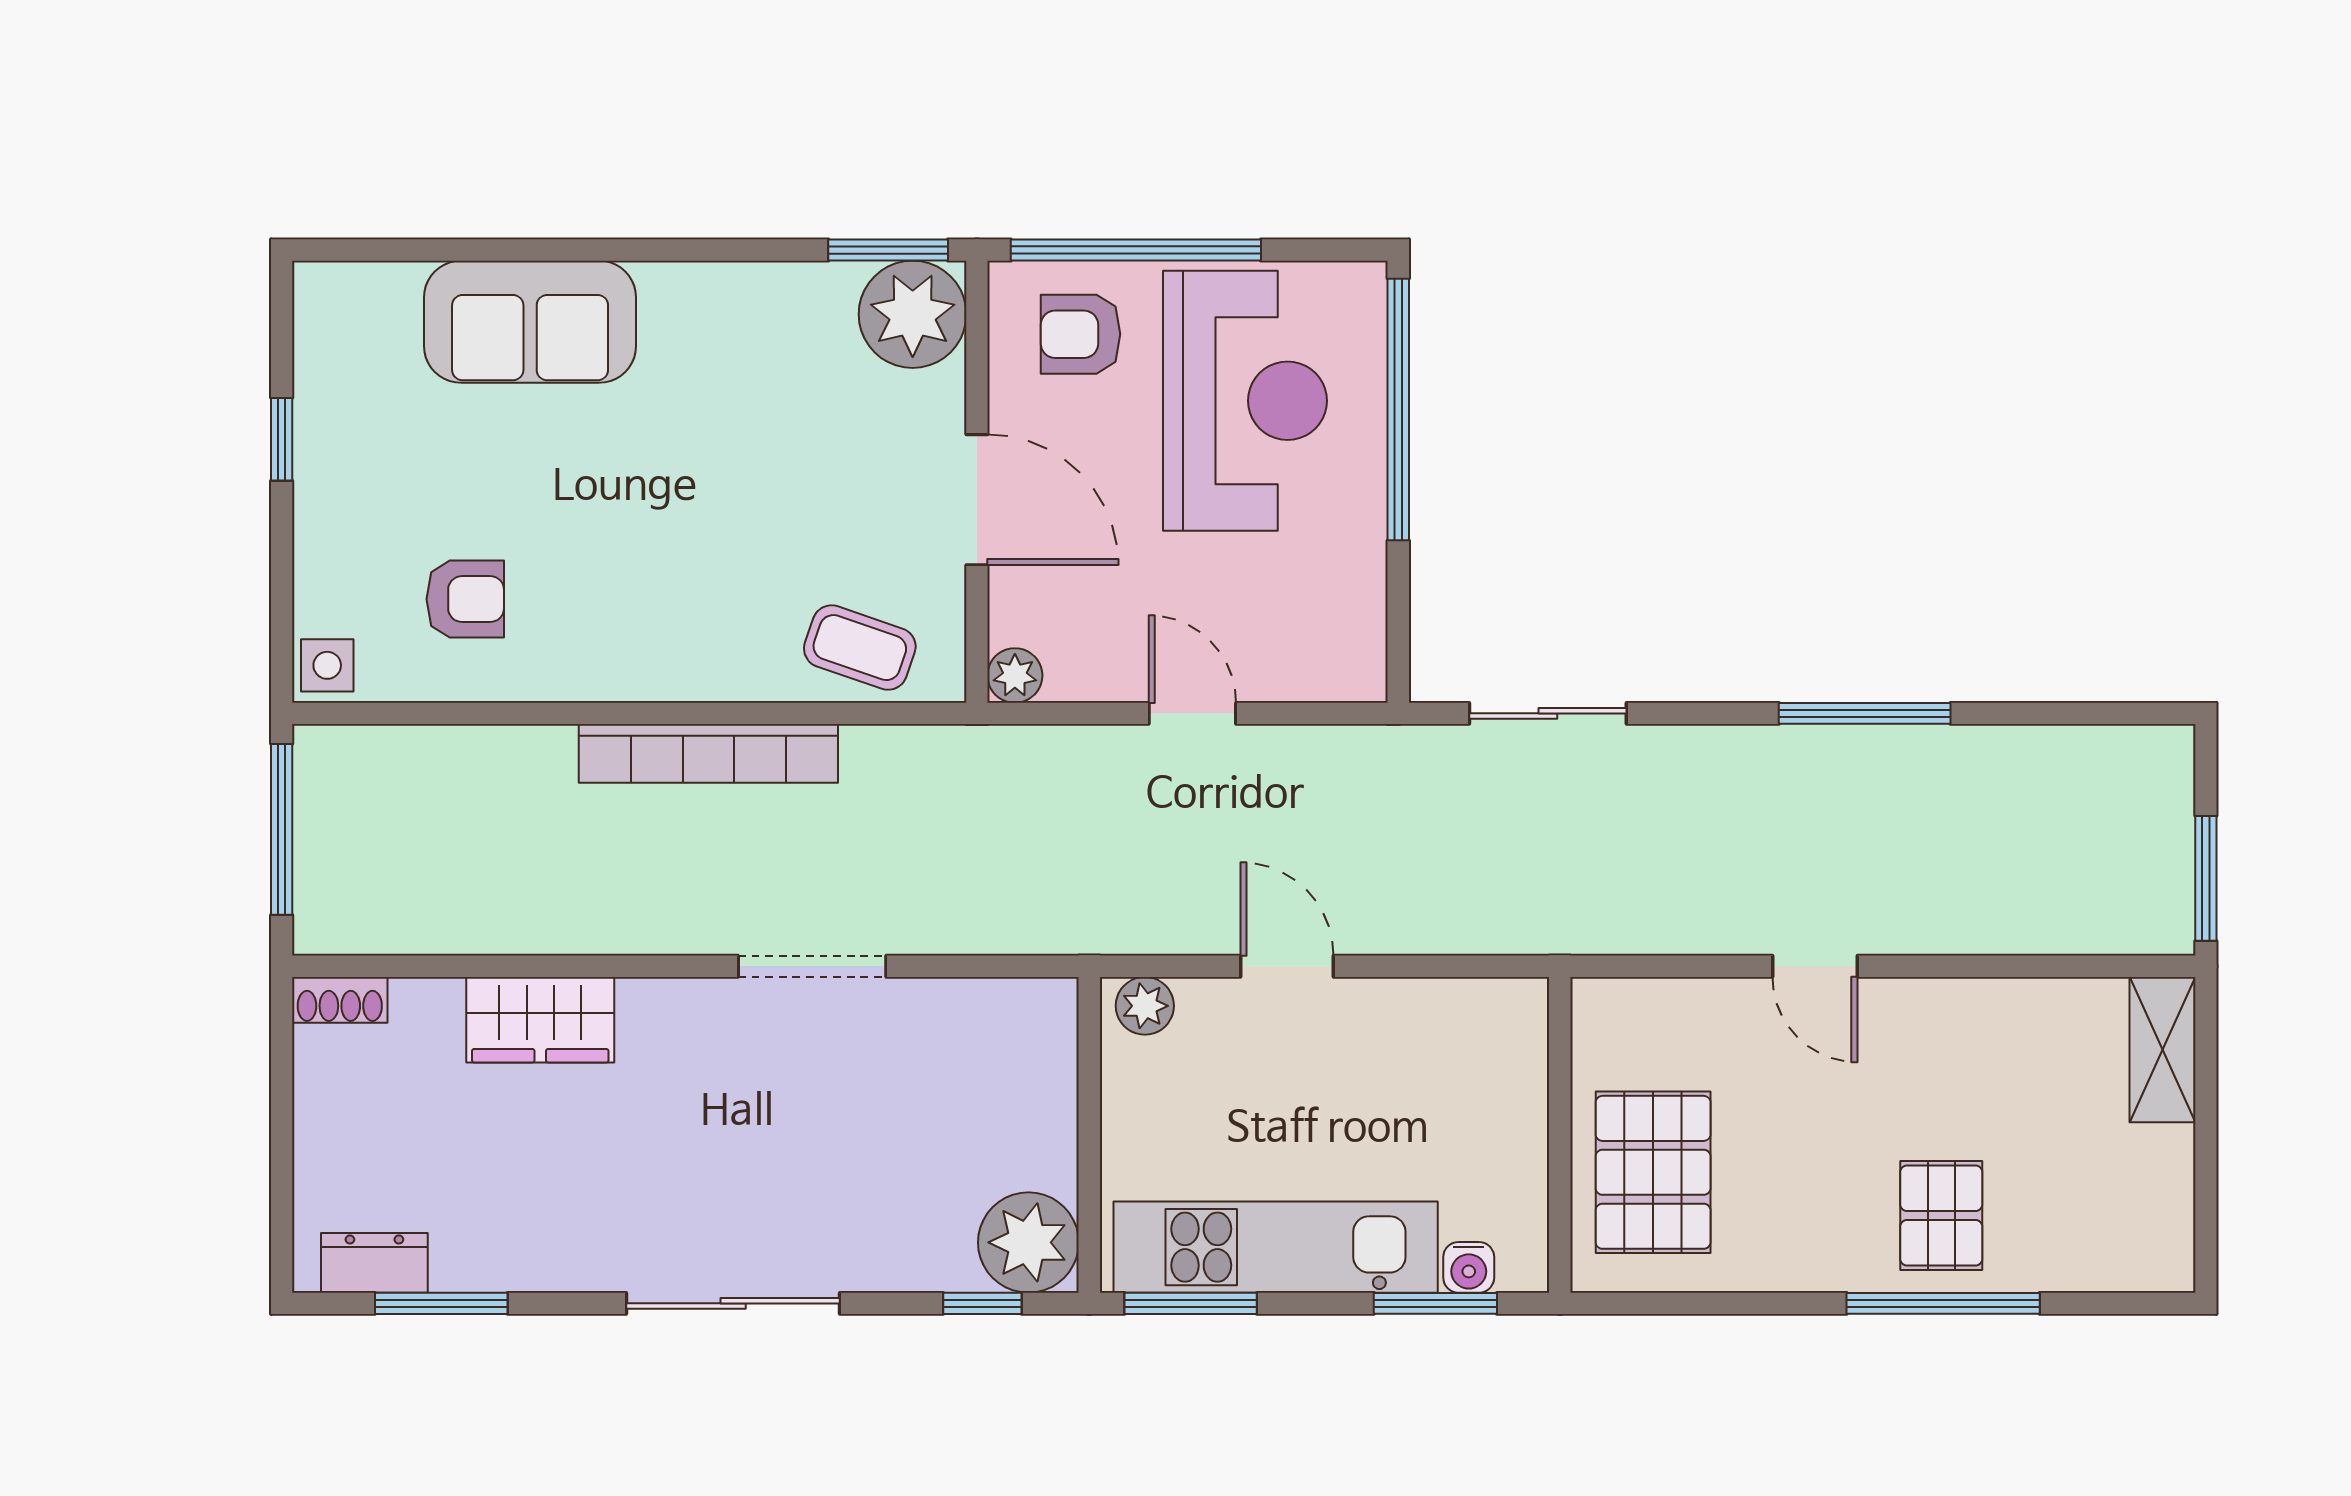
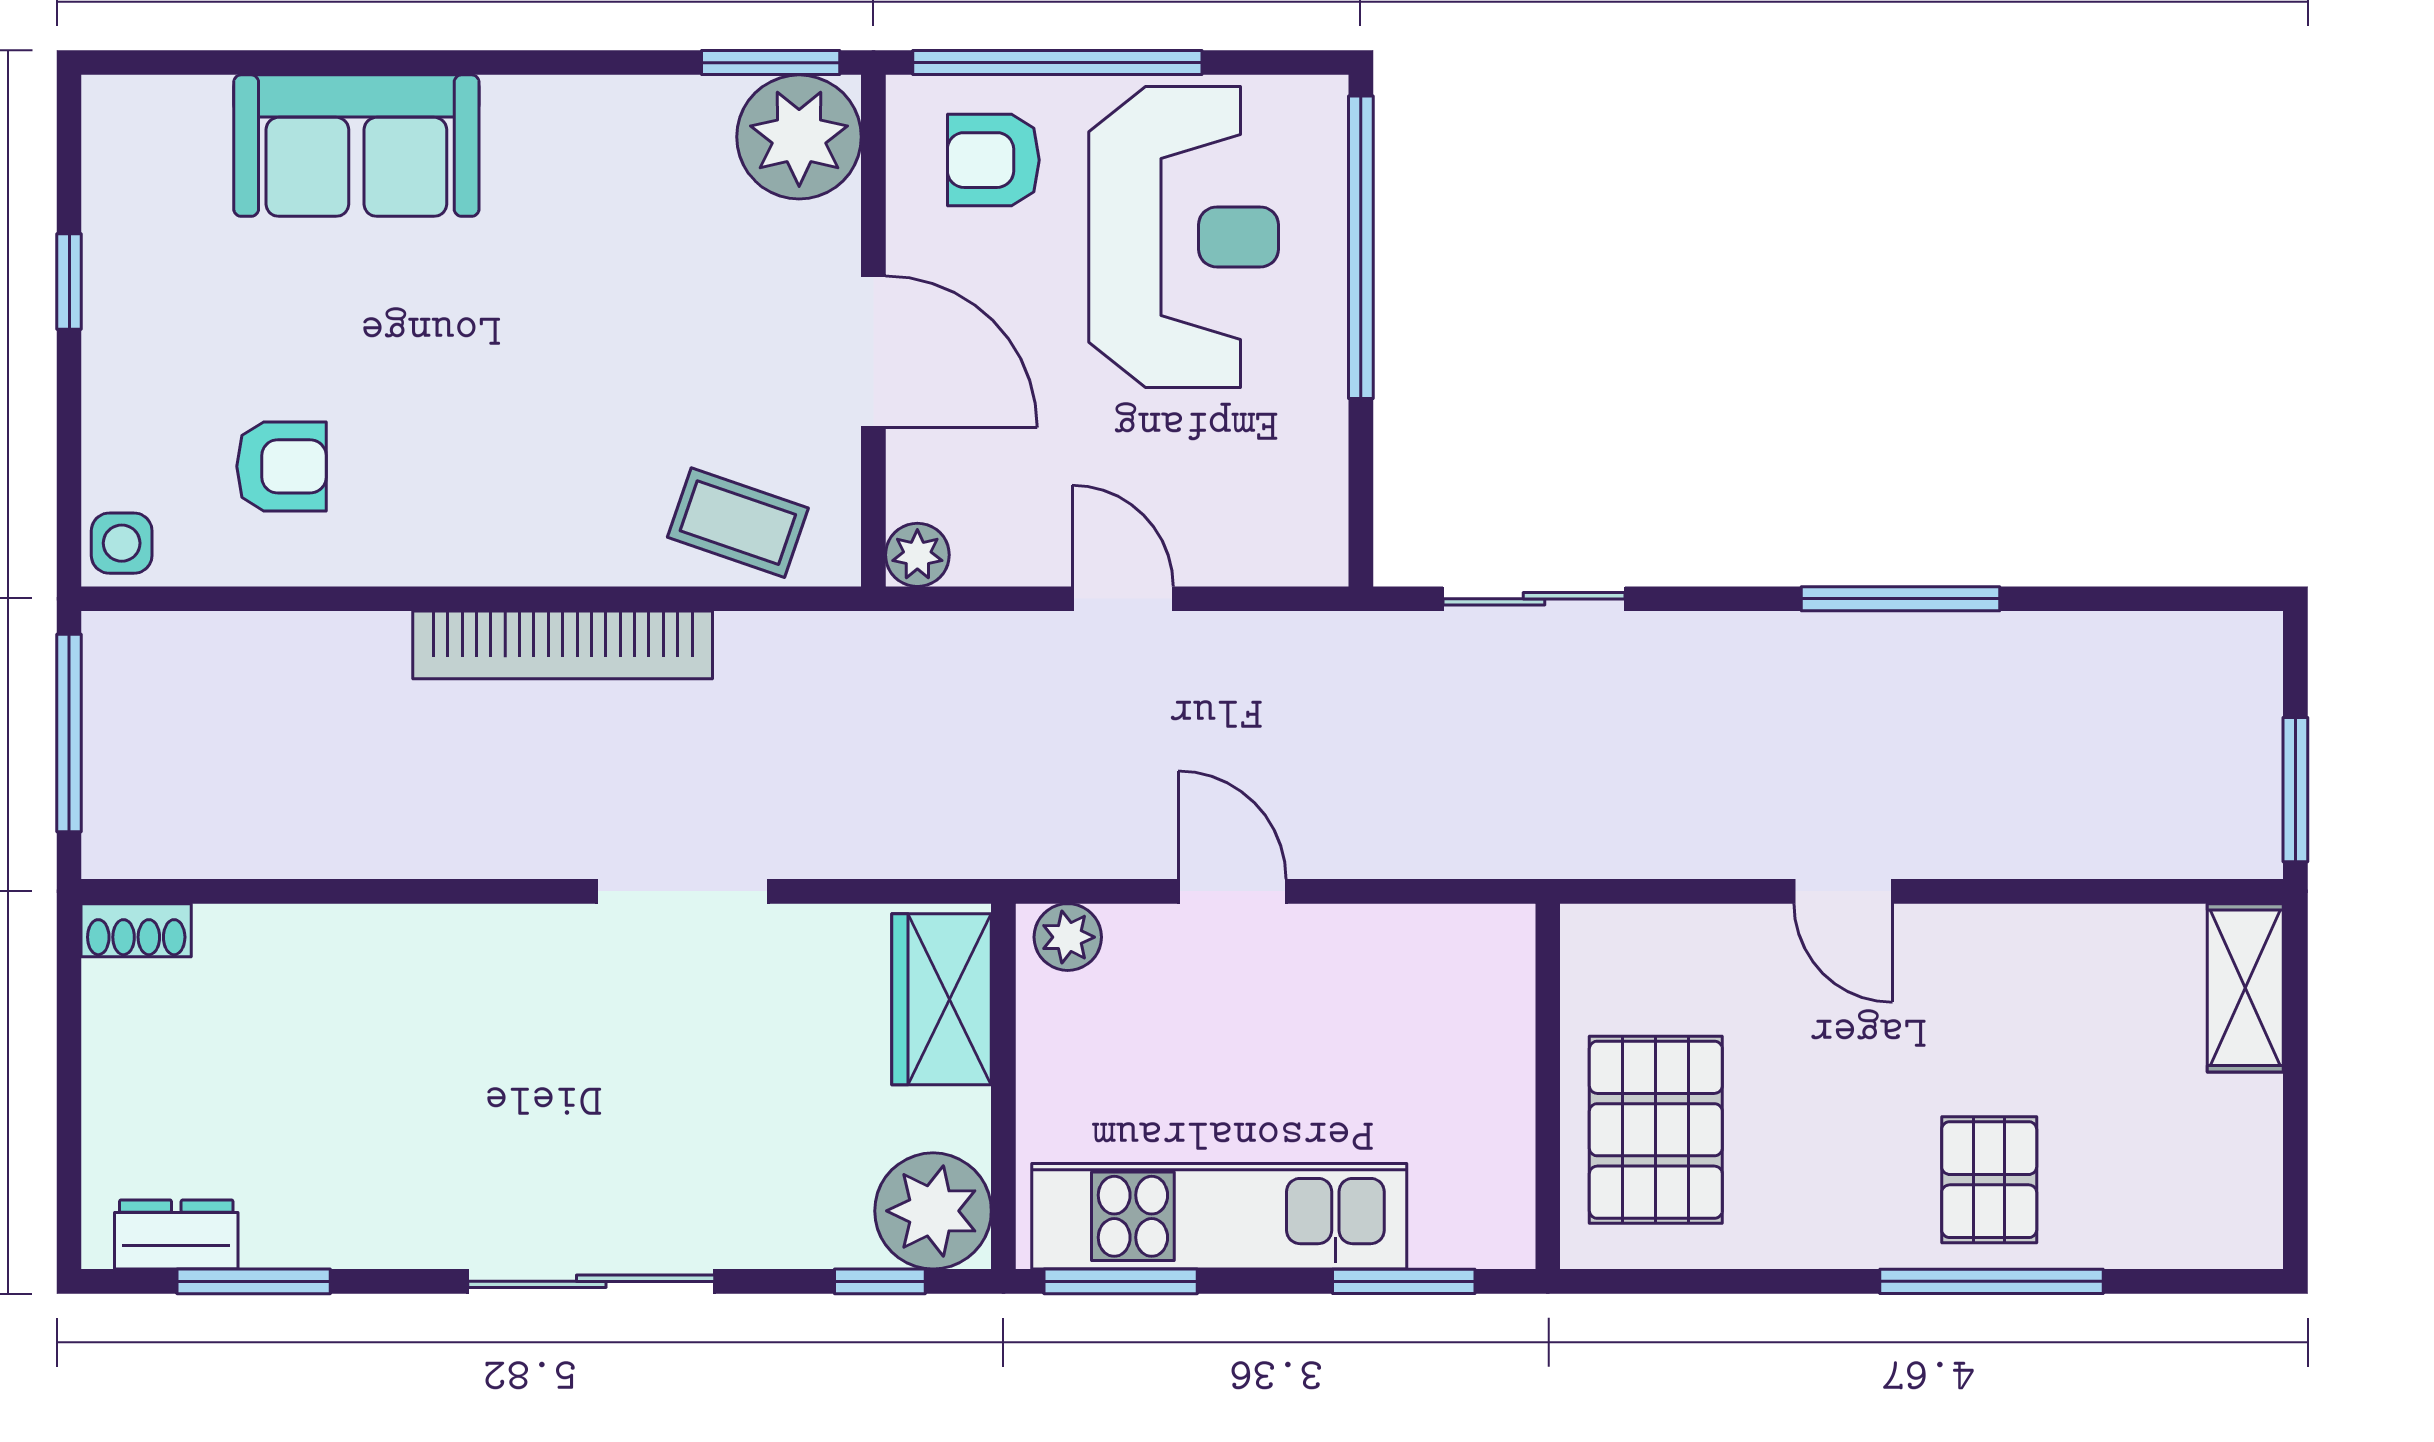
wardrobe: (540, 1020) -> (942, 999), moved, turned 90
water cooler: (1469, 1267) -> (1442, 1240), removed

